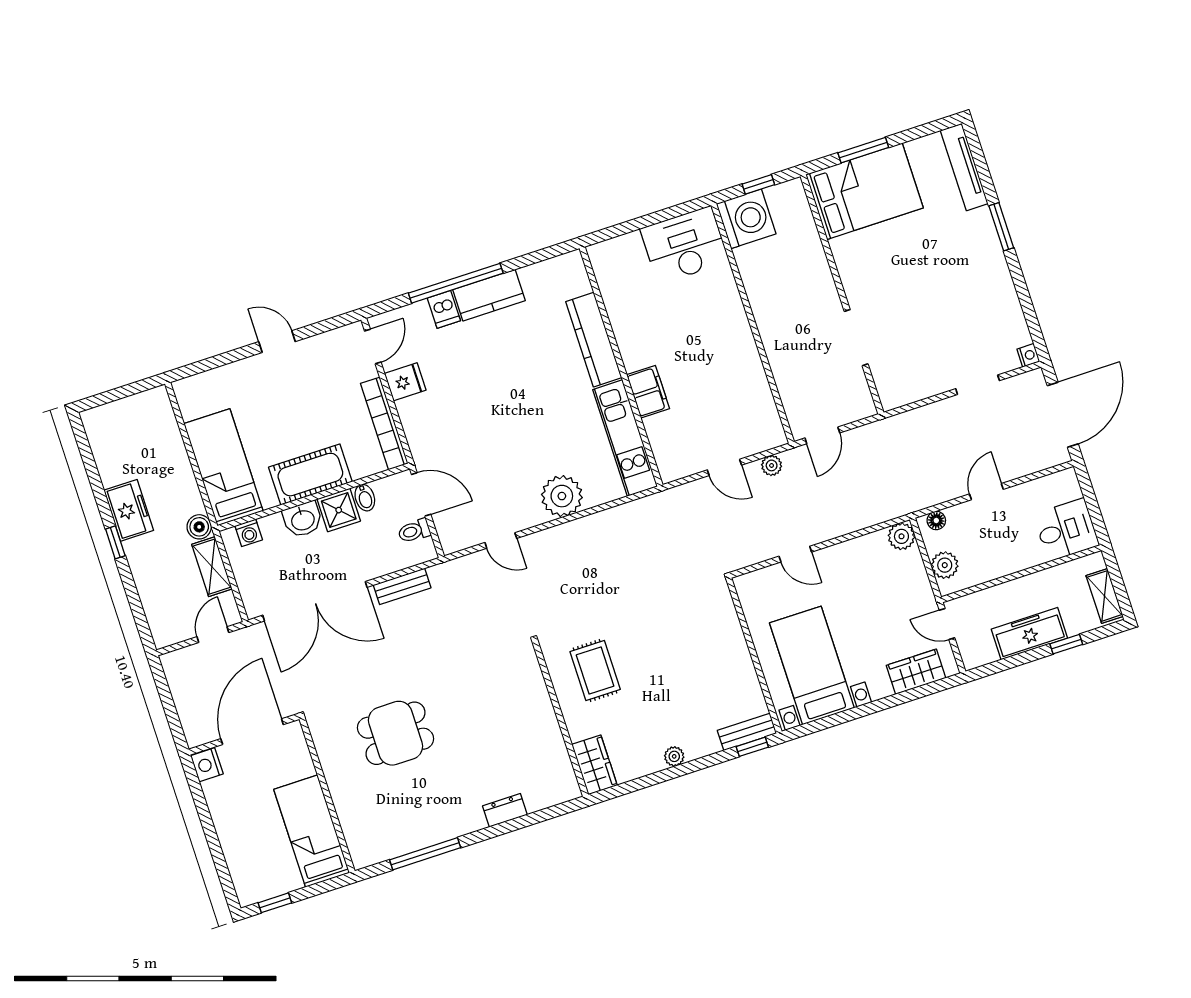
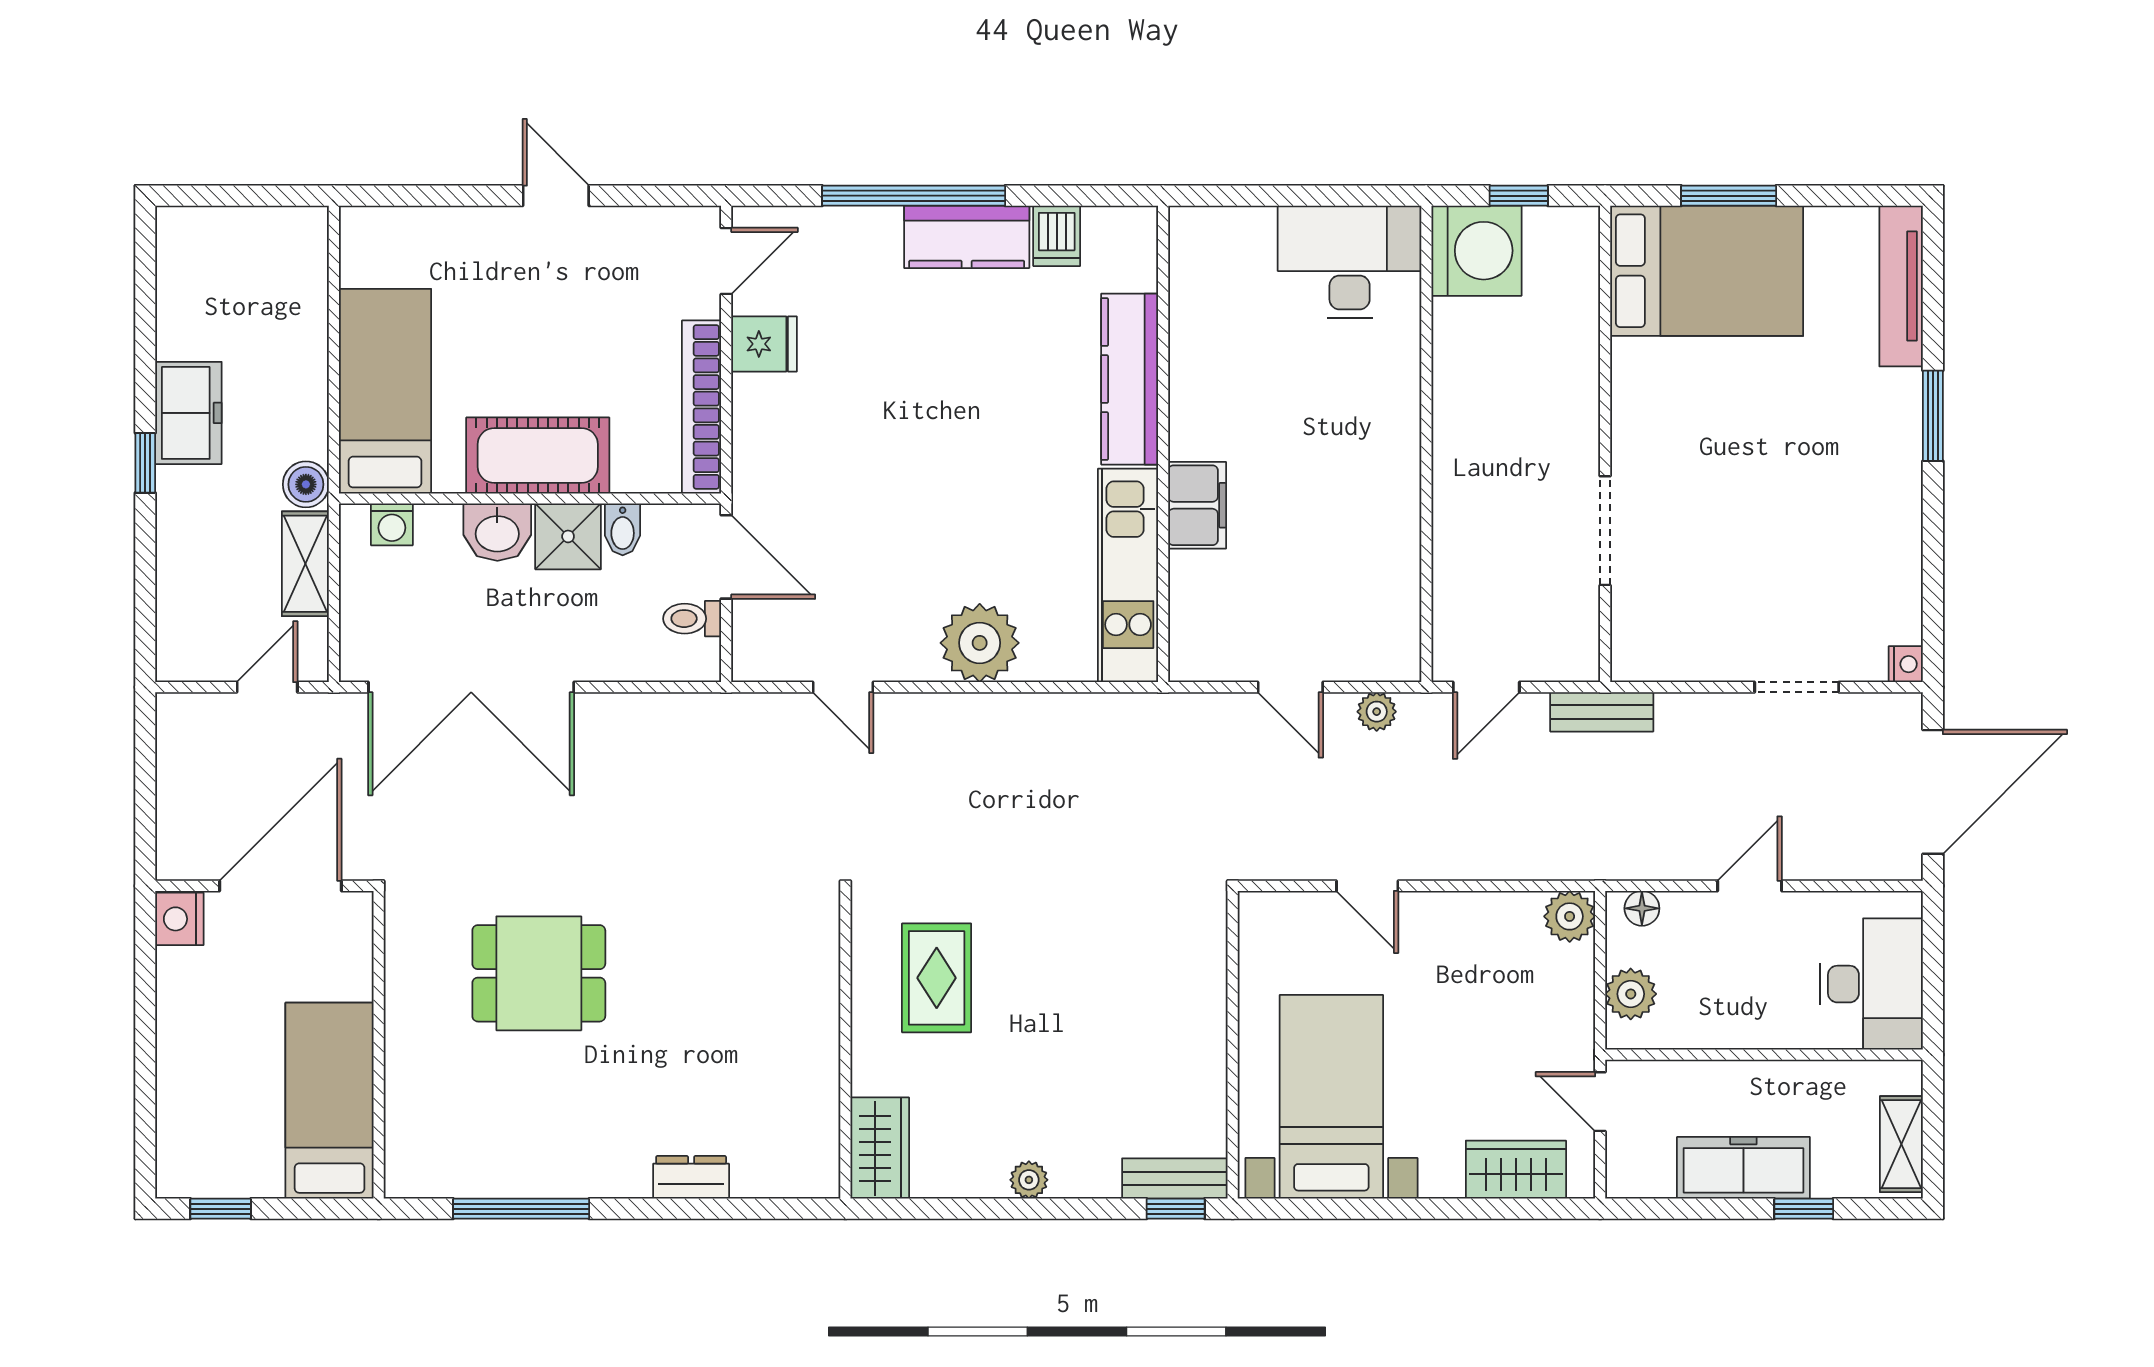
dishwasher: (444, 309) -> (1057, 236), moved
desk: (1066, 530) -> (1871, 984), width x1.37
bench: (402, 586) -> (1602, 712), moved

